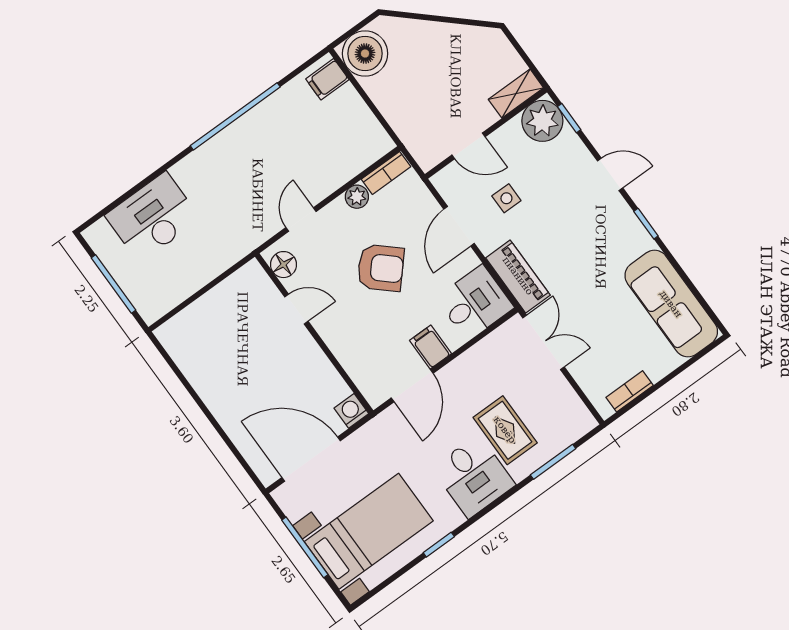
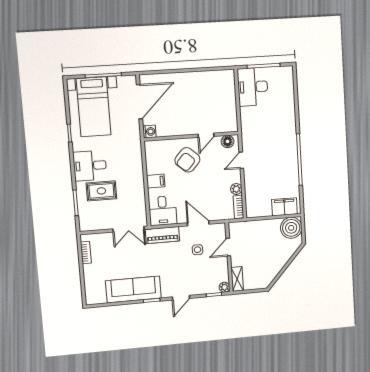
filing cabinet: (327, 79) -> (284, 207), width x2.00
plant: (542, 121) -> (224, 287), width x0.53, depth x0.53
desk: (153, 217) -> (253, 87), moved, turned 180
door: (301, 219) -> (241, 160), swing flipped
armchair: (381, 268) -> (187, 160), moved
sofa: (671, 304) -> (133, 289), moved
door: (412, 386) -> (144, 164), removed

